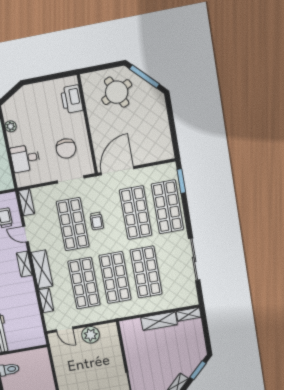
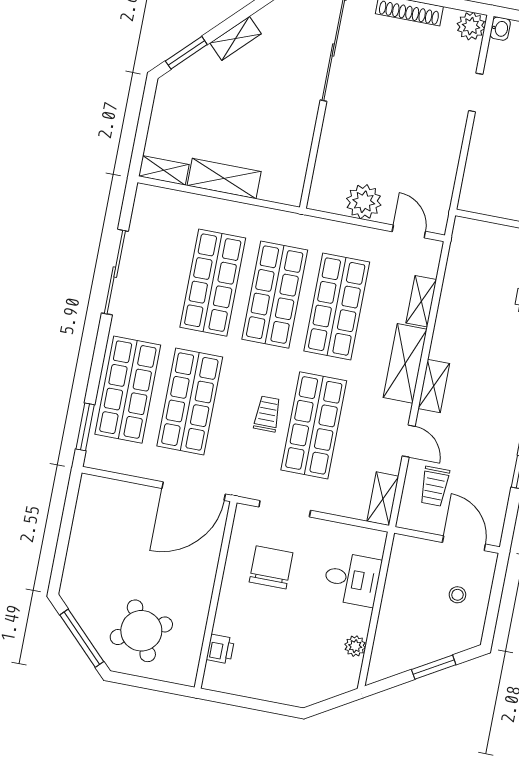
printer: (72, 99) -> (220, 649), width x0.53, depth x0.68

